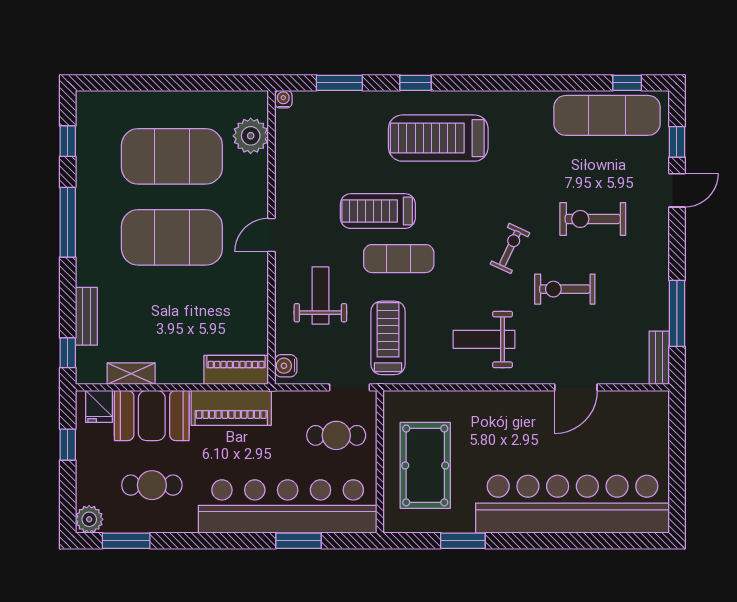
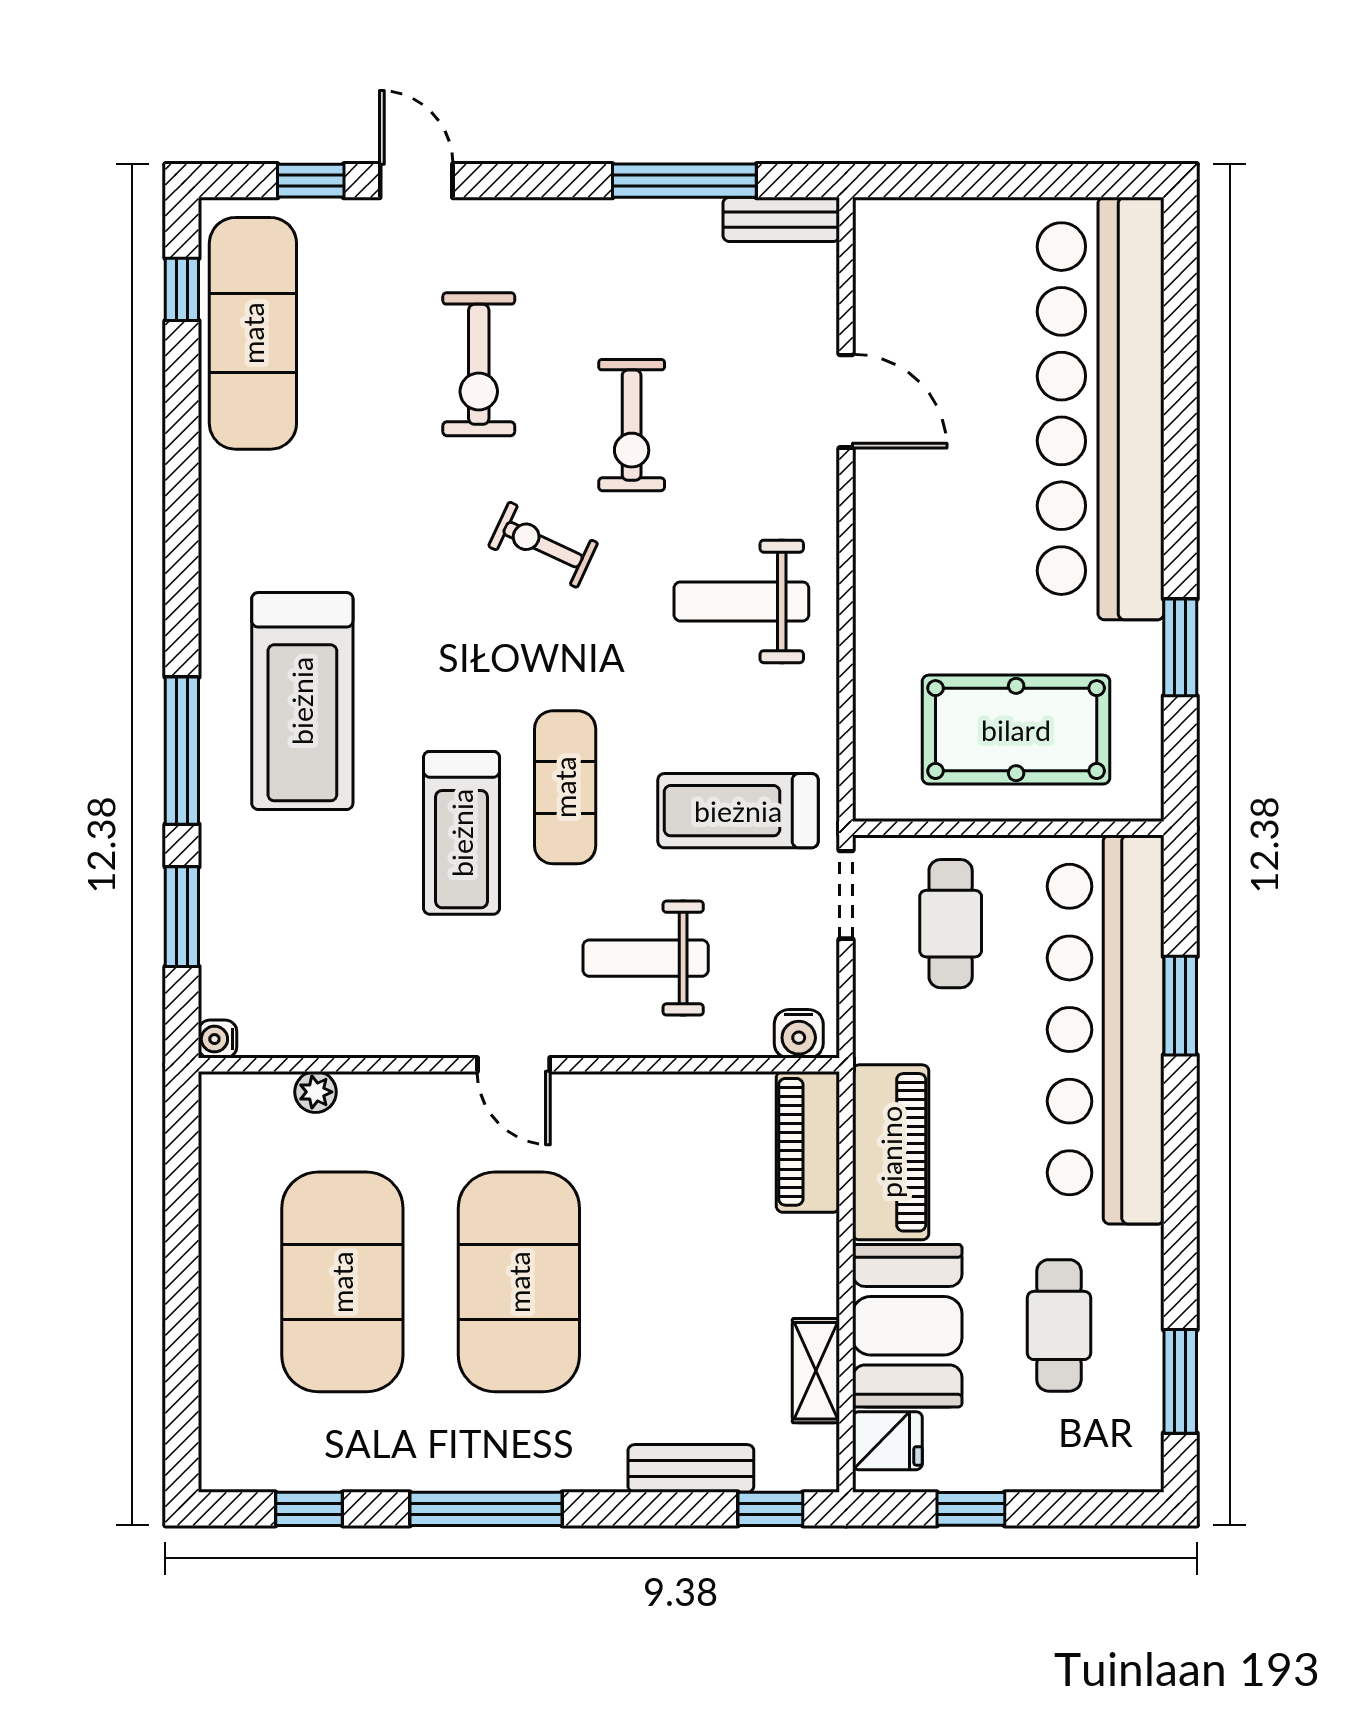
window: (416, 83) -> (182, 751), width x2.17
plant: (251, 136) -> (316, 1092), width x0.53, depth x0.53
weight bench: (484, 339) -> (741, 601), turned 90
plant: (89, 519) -> (1134, 1462), removed

